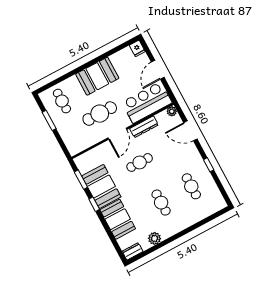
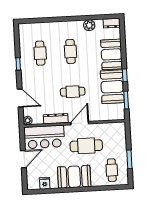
fridge: (137, 48) -> (45, 183), moved

